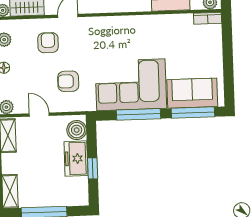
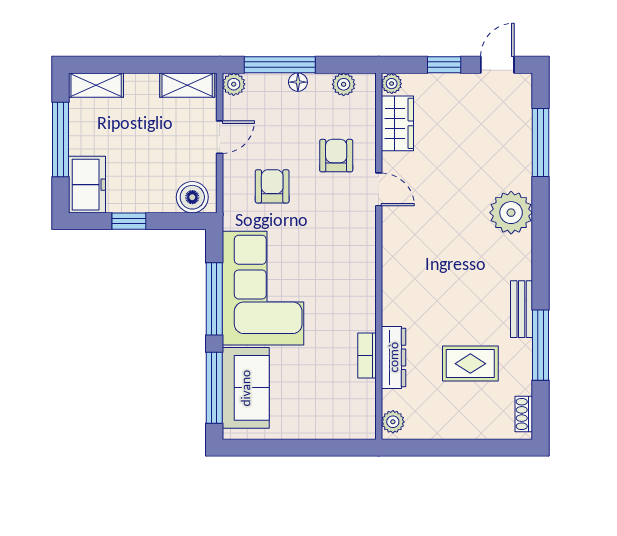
bookcase: (208, 18) -> (367, 355), moved
armchair: (48, 43) -> (336, 156), turned -90
freezer: (76, 159) -> (87, 185), moved, turned 90

